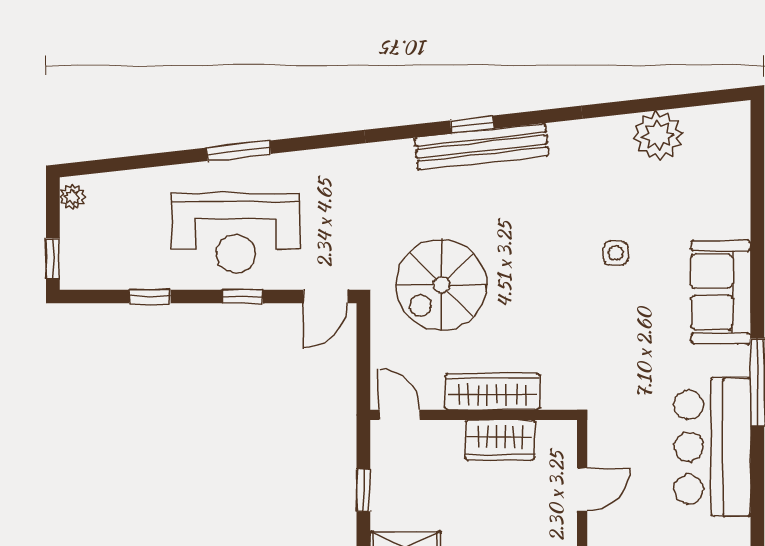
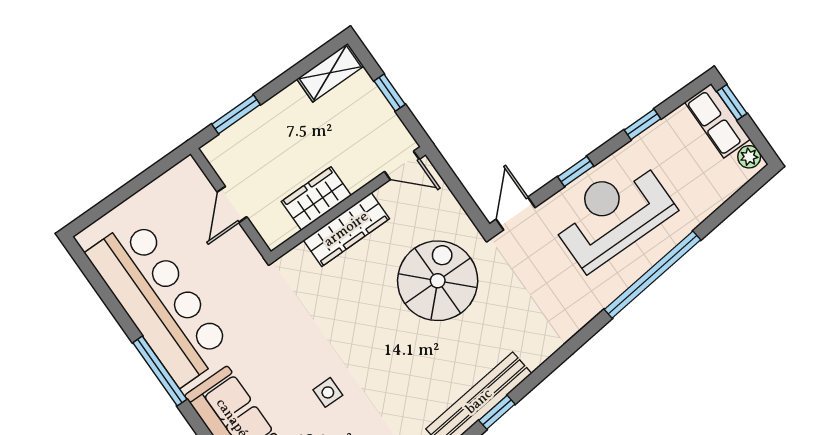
window: (238, 151) -> (653, 275), width x2.11
row of seats: (78, 251) -> (717, 121), added
bar counter: (712, 447) -> (159, 301), width x1.36

